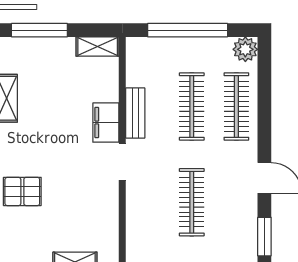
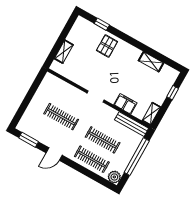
window: (39, 30) -> (173, 93), width x0.46
bench: (135, 113) -> (132, 124), moved, width x1.36
filing cabinet: (106, 123) -> (125, 104), moved

